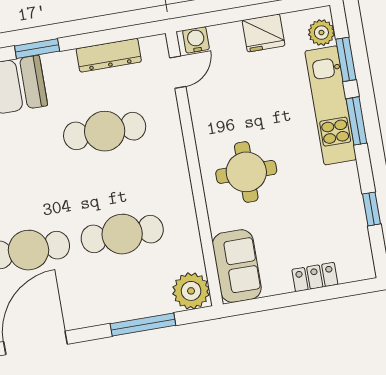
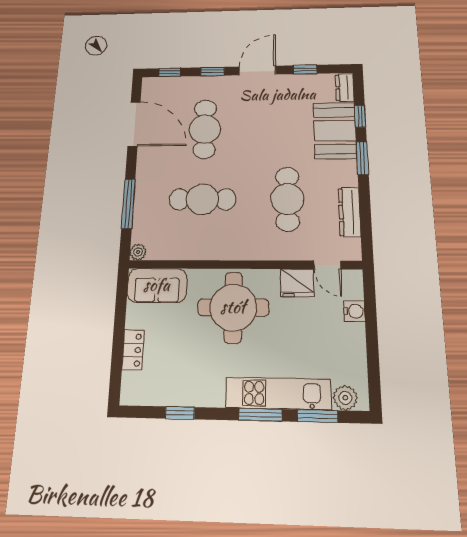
fridge: (264, 33) -> (297, 283), moved, turned -90
water cooler: (196, 40) -> (354, 311), moved
round table: (246, 172) -> (233, 307), width x1.36, depth x1.36
cafe table: (122, 234) -> (202, 199), turned 90
plant: (191, 291) -> (138, 252), width x0.53, depth x0.53

